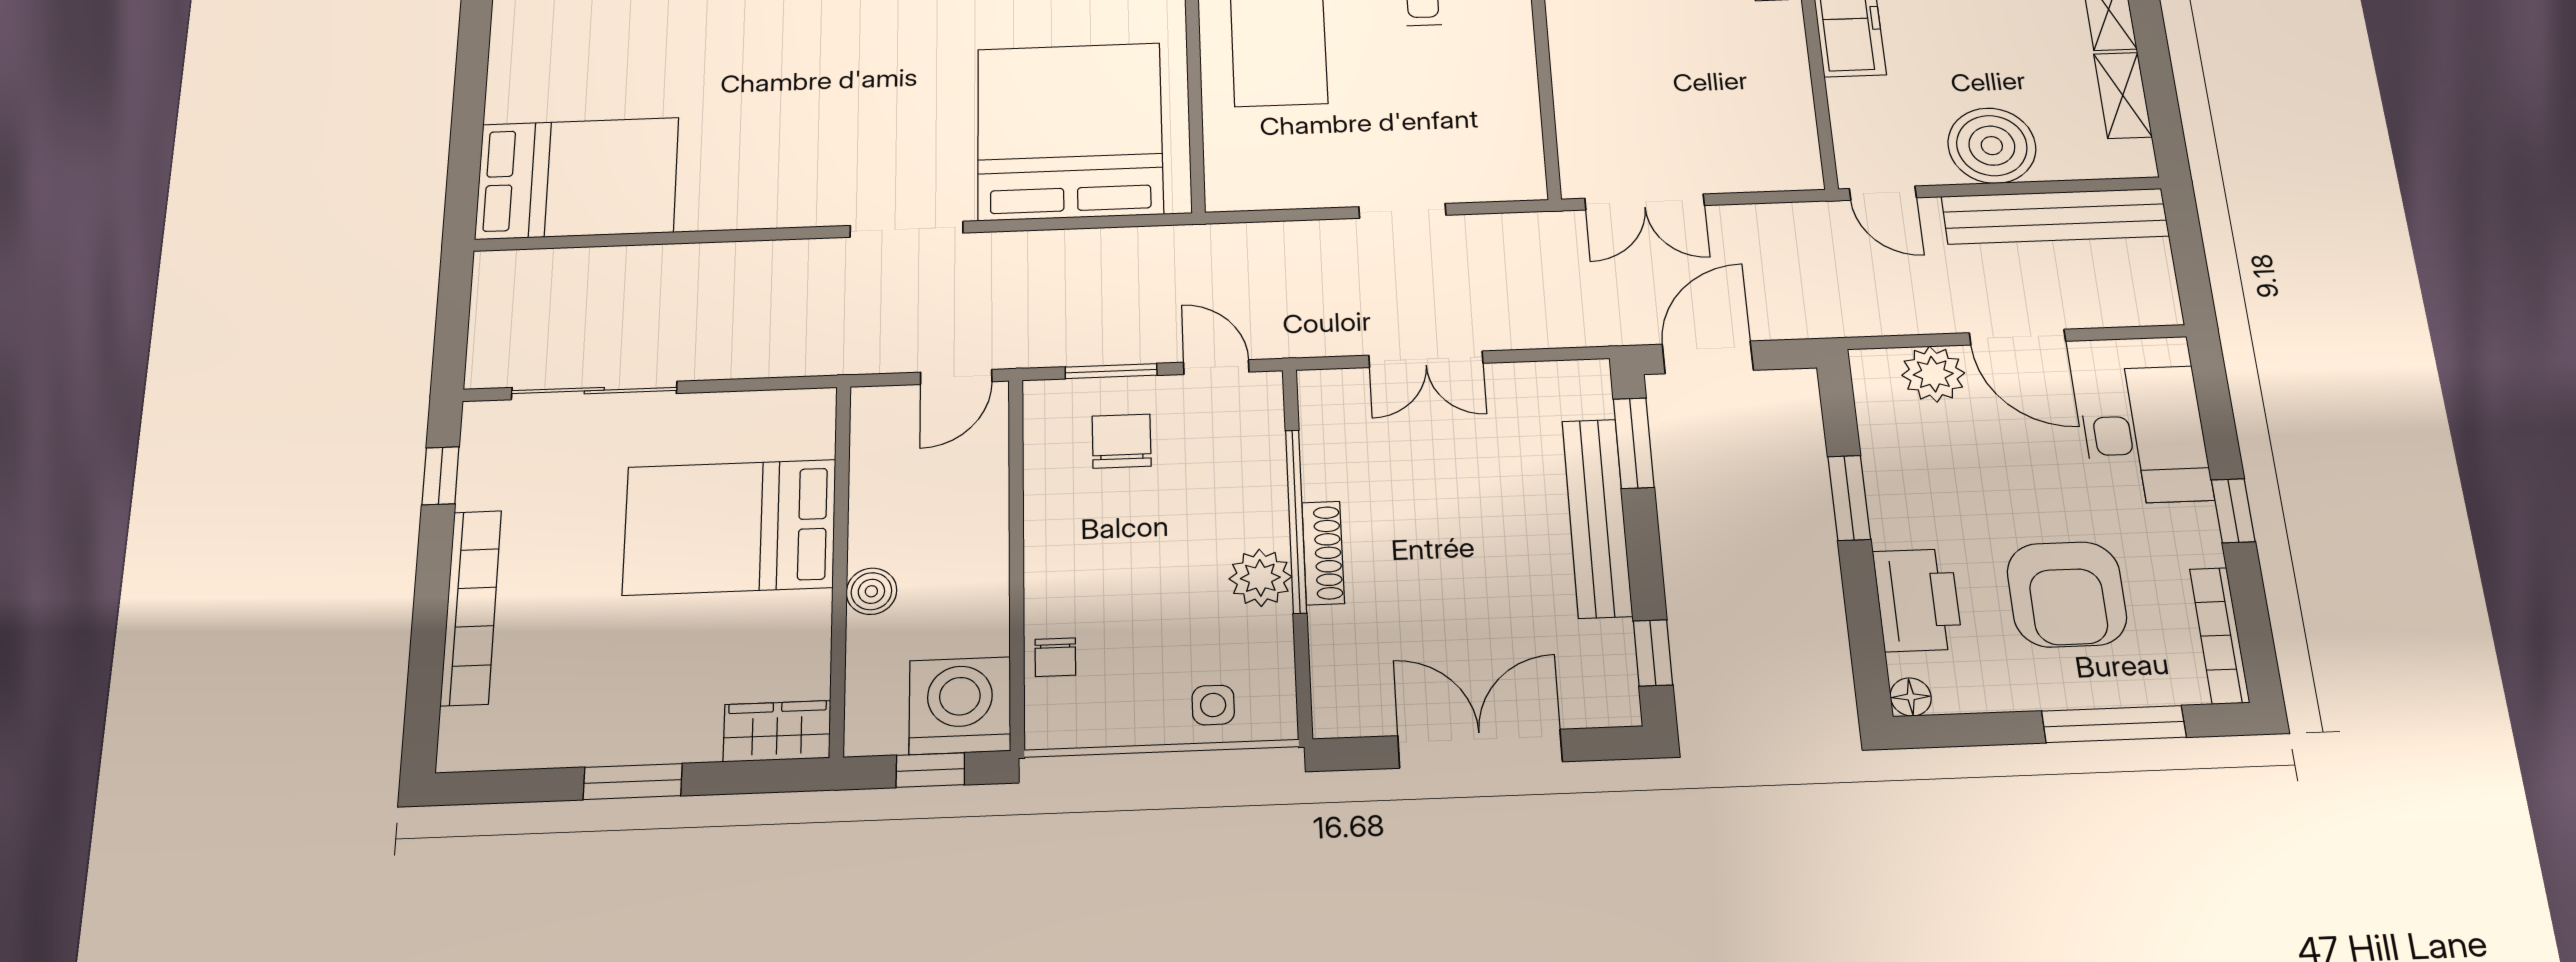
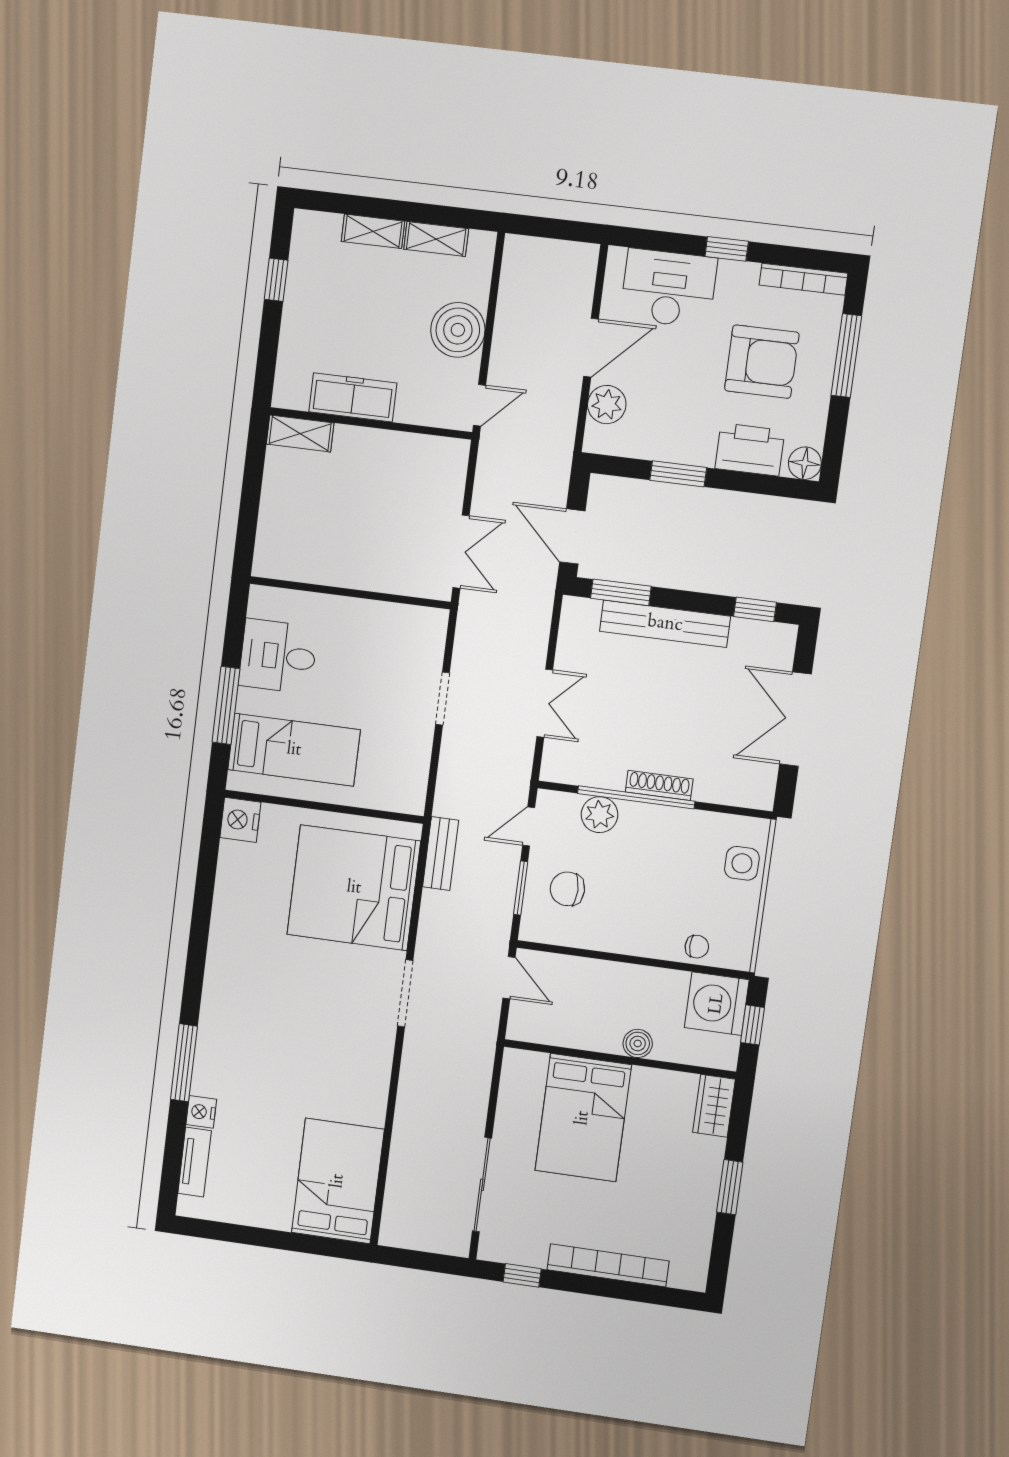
bench: (2055, 216) -> (440, 854), moved, width x0.54, depth x0.82
plant: (1260, 578) -> (600, 815), moved
floor lamp: (1911, 697) -> (805, 463), width x1.37, depth x1.37
side table: (1213, 705) -> (742, 863), width x1.37, depth x1.37

